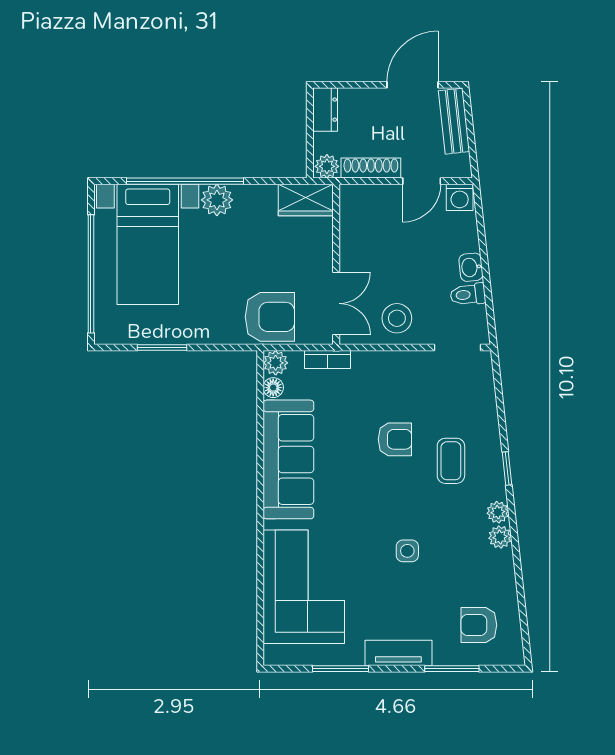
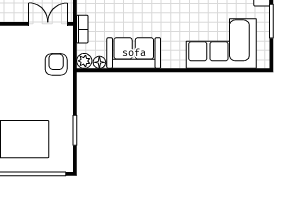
armchair: (270, 317) -> (56, 64), width x0.72, depth x0.72
sofa: (288, 459) -> (134, 53), width x0.73

